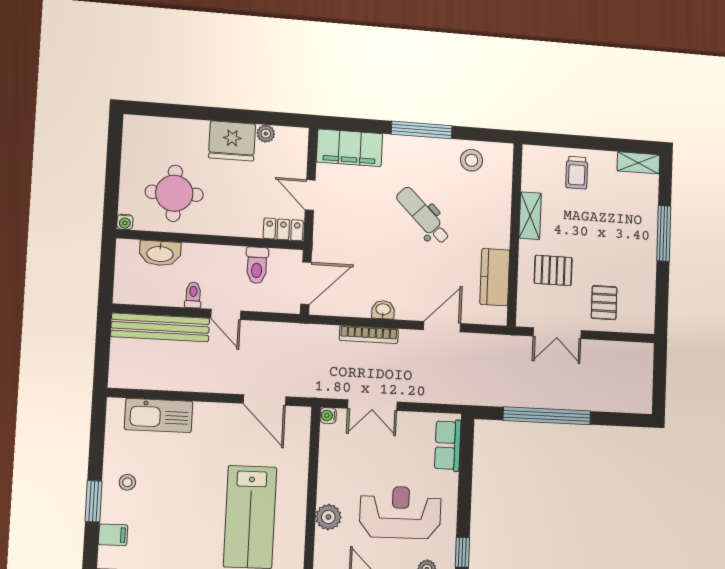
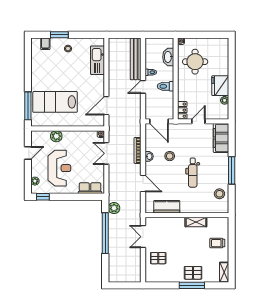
dental chair: (423, 215) -> (193, 173), turned 135
stool: (384, 264) -> (170, 156), added
toilet: (257, 265) -> (165, 86), moved
pallet: (553, 270) -> (193, 273), moved, turned 90
plant: (493, 394) -> (114, 208), added

